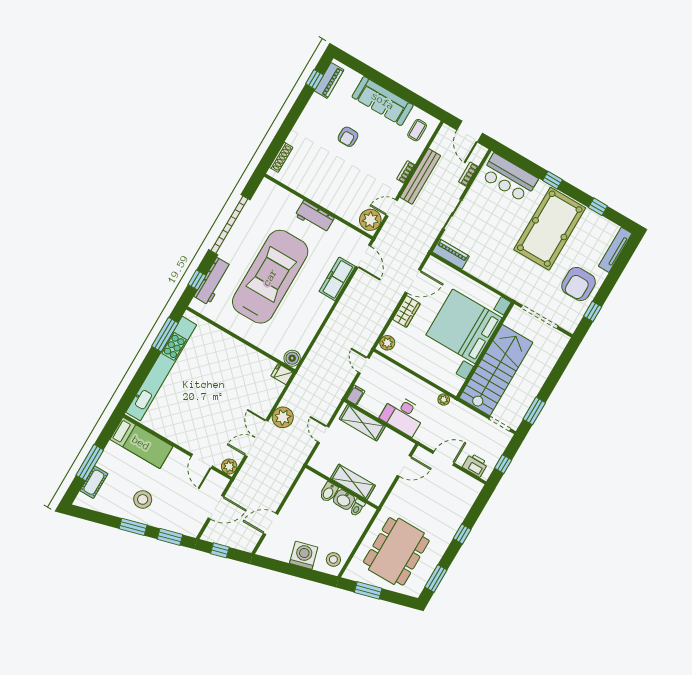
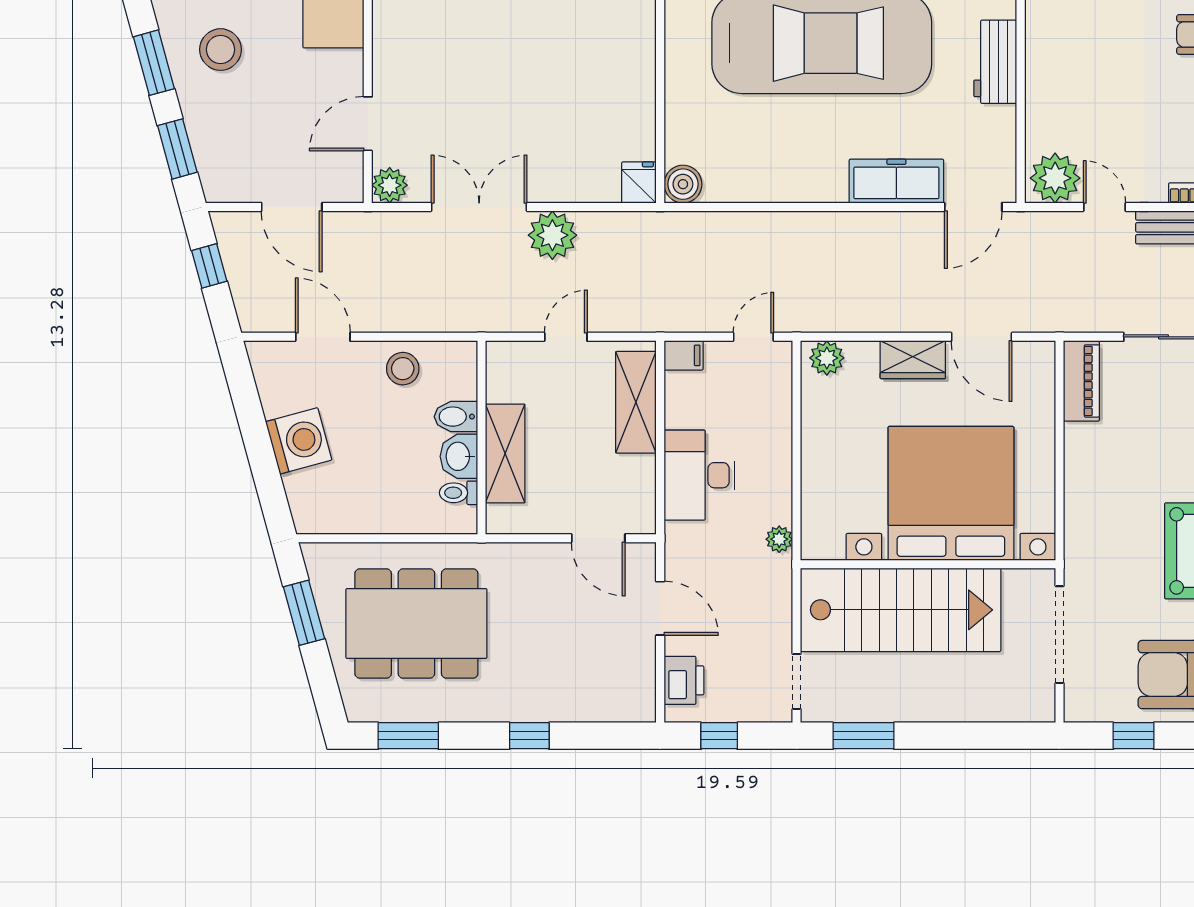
stool: (333, 559) -> (403, 369), moved

